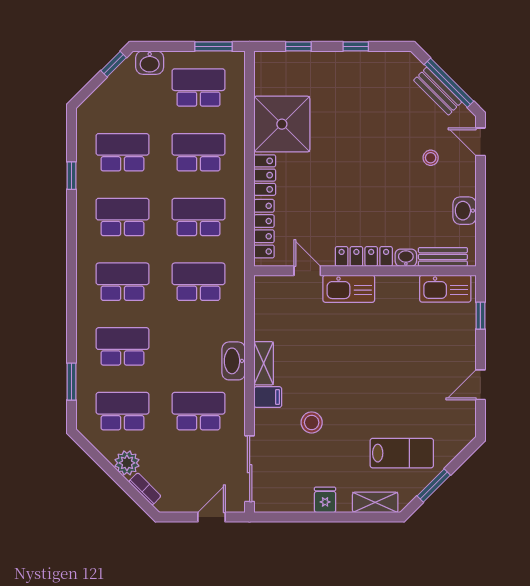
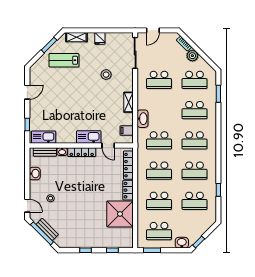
washbasin: (234, 361) -> (143, 119), moved
filing cabinet: (268, 397) -> (127, 131), moved

